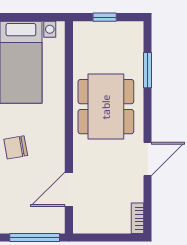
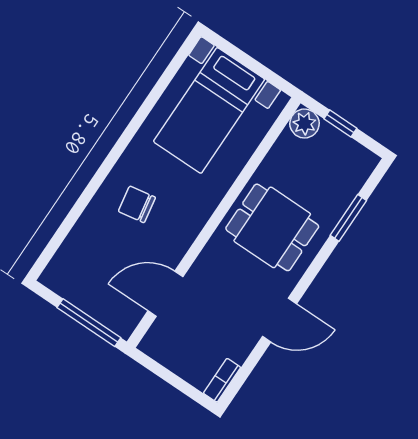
plant: (83, 31) -> (304, 124), added
dining table: (106, 107) -> (272, 227), width x0.73

